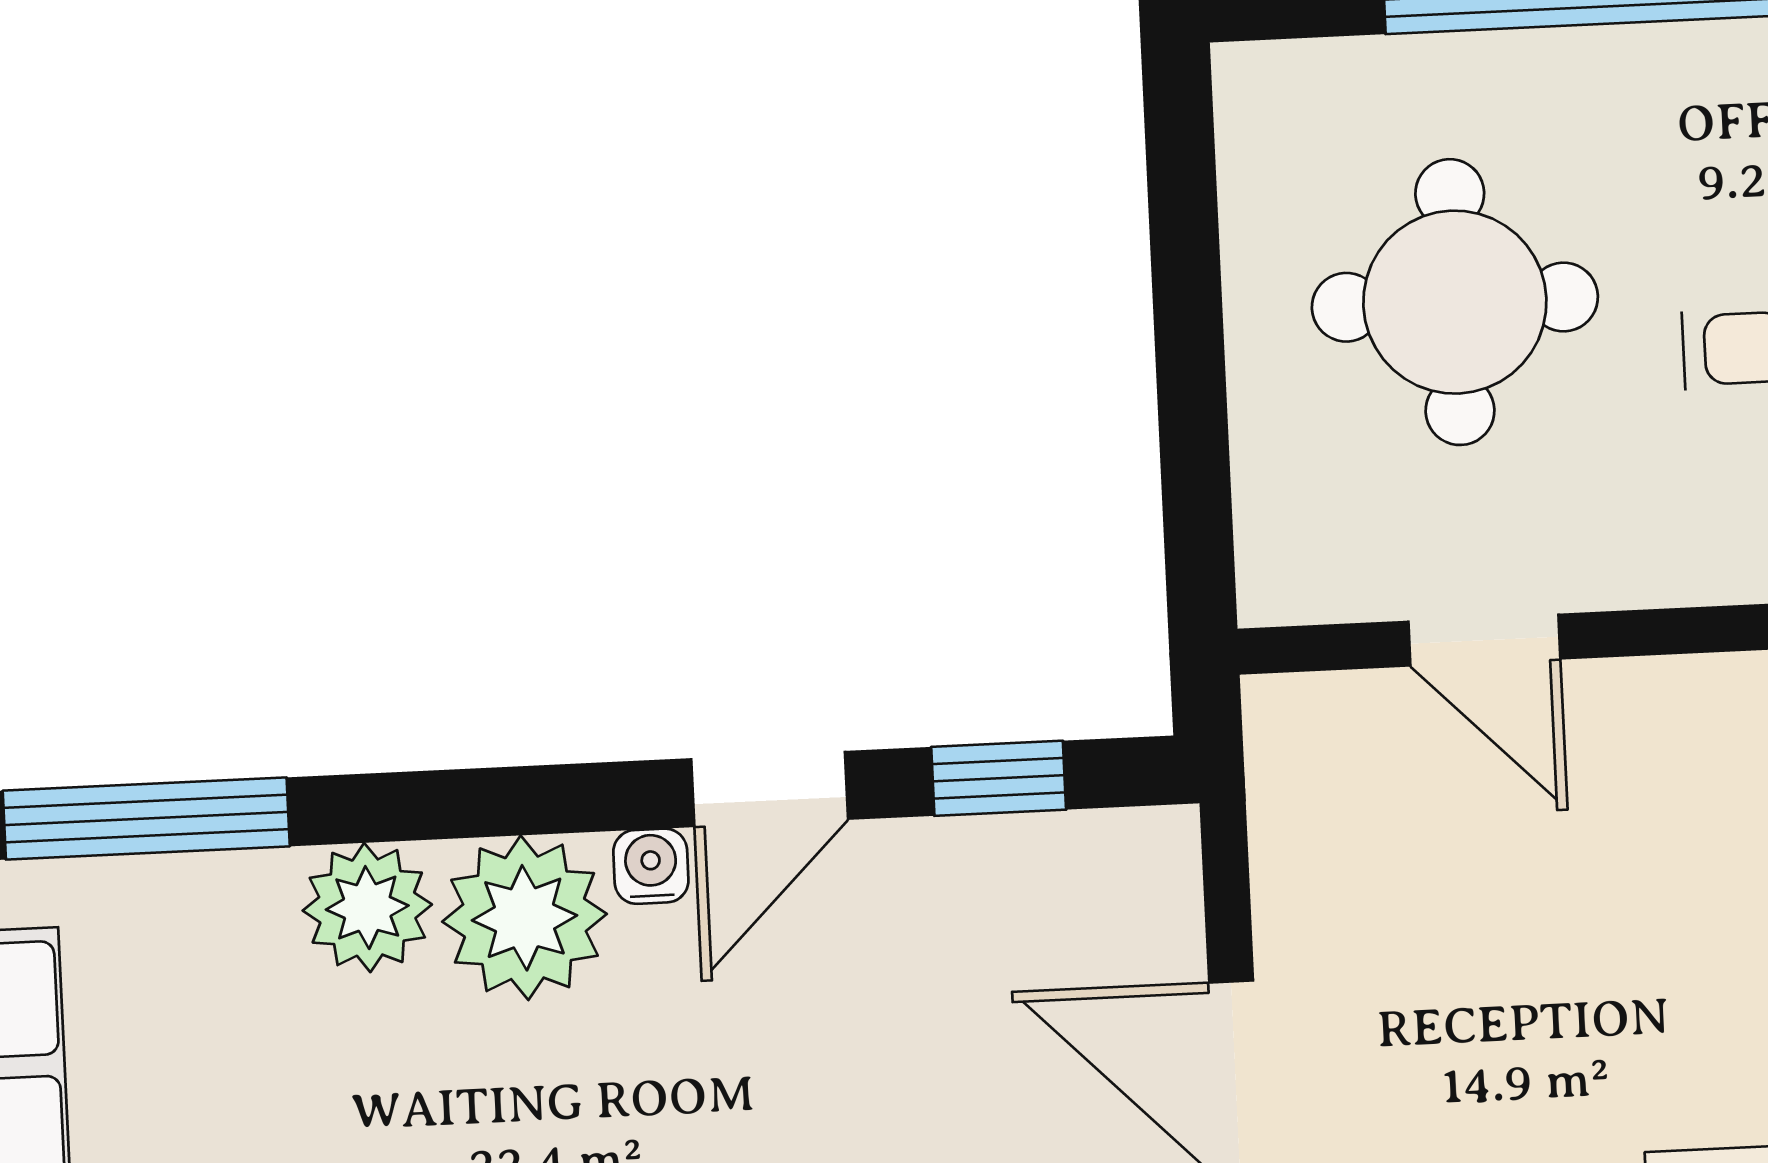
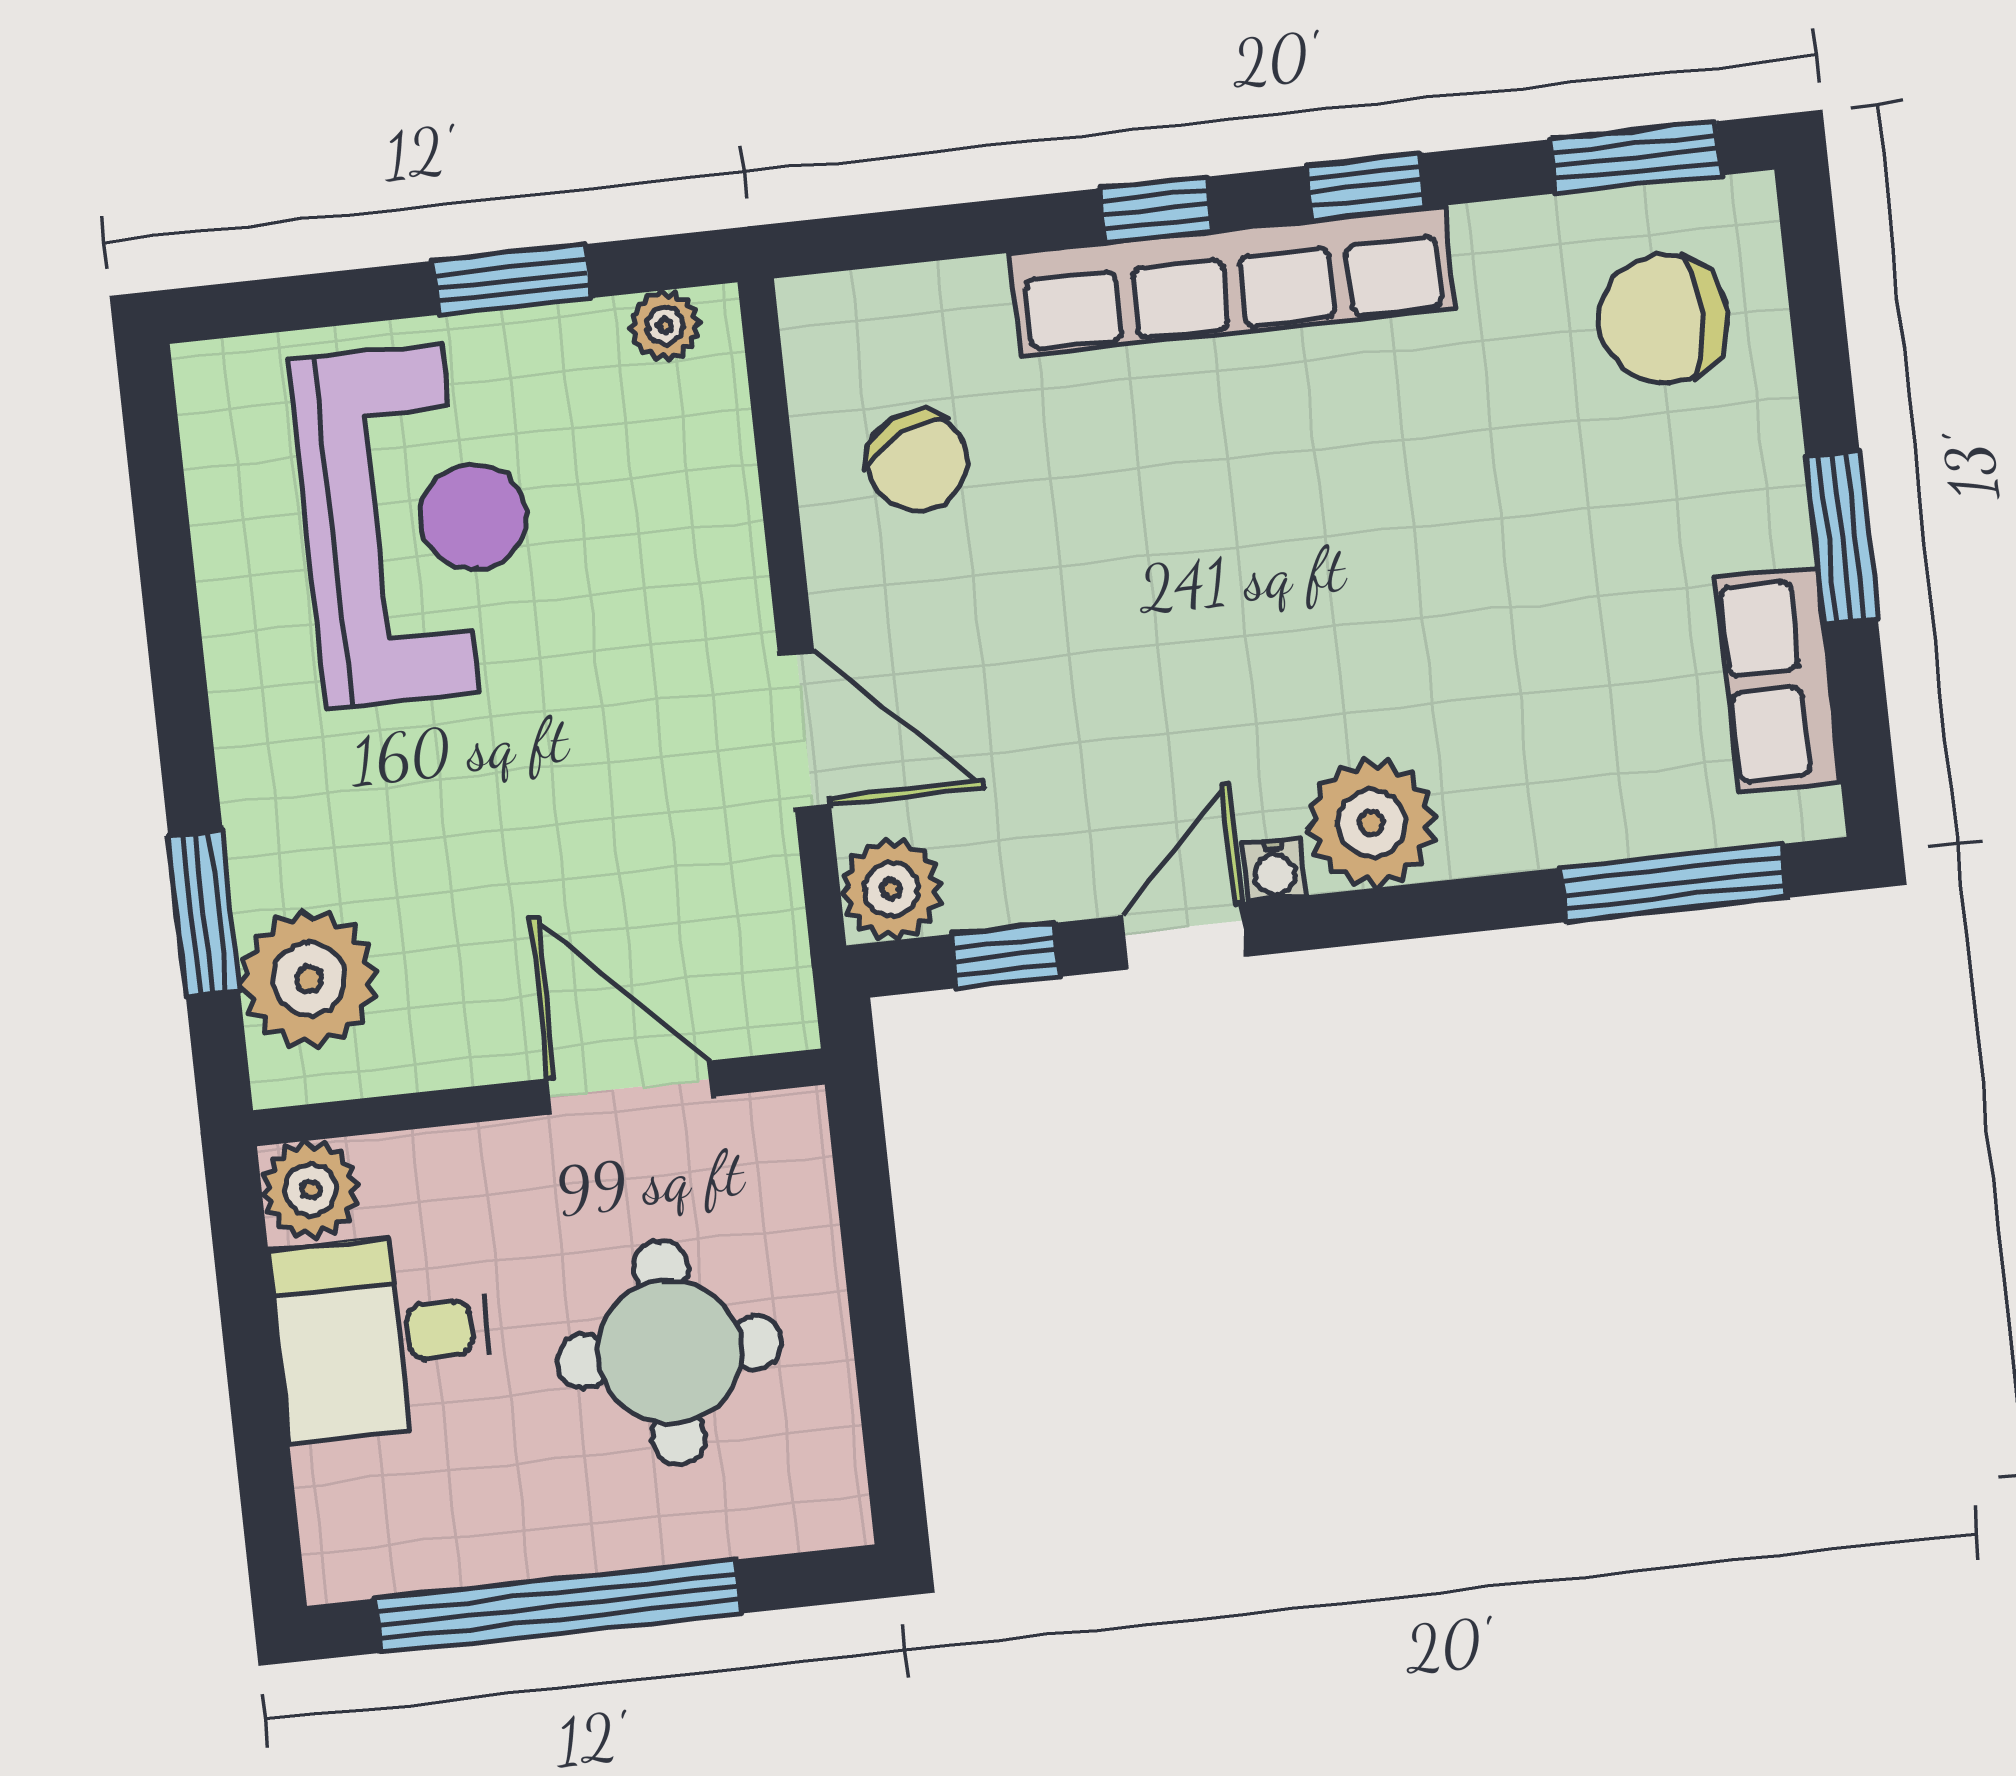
door: (1484, 640) -> (630, 1088), width x1.37
plant: (367, 908) -> (891, 889), moved

